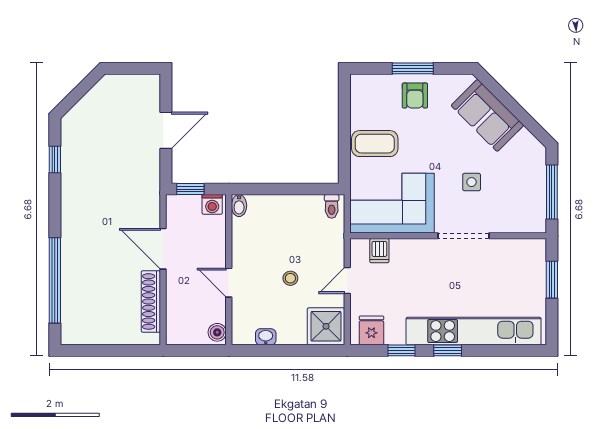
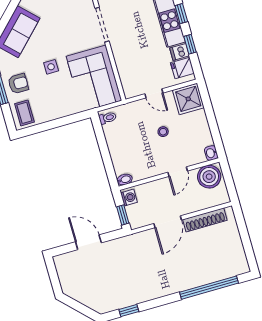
coffee table: (375, 144) -> (24, 113), moved, width x0.73, depth x0.77
side table: (472, 182) -> (51, 67), moved
dishwasher: (379, 251) -> (179, 52), moved, turned 180
boiler: (217, 332) -> (209, 177), width x1.86, depth x1.86
washbasin: (266, 337) -> (211, 153), moved

